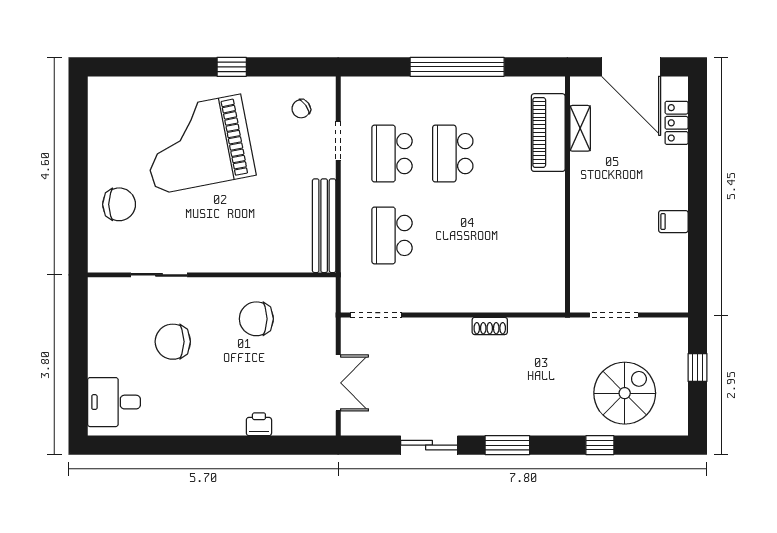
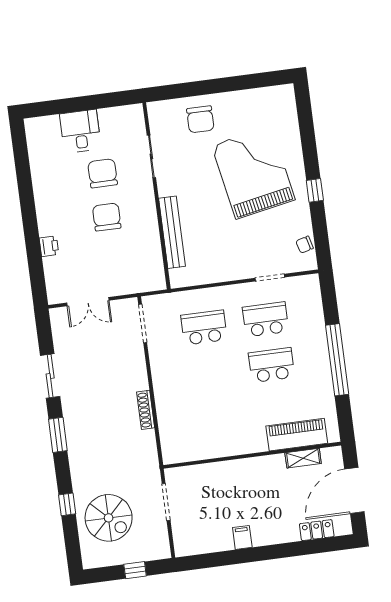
chair: (301, 109) -> (305, 245), moved, turned -70
bench: (324, 226) -> (172, 232), moved, turned 90
chair: (256, 319) -> (107, 217), moved
shoe rack: (490, 326) -> (146, 410), width x1.43
desk: (114, 402) -> (80, 131), moved

